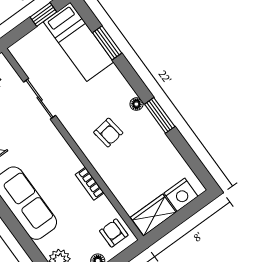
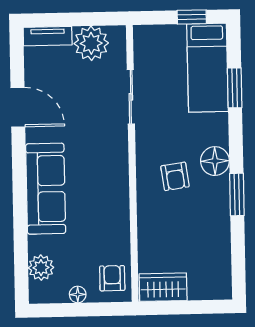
floor lamp: (136, 104) -> (215, 161), width x1.89, depth x1.89
bookcase: (90, 184) -> (122, 214), removed
nightstand: (181, 195) -> (204, 286), removed

